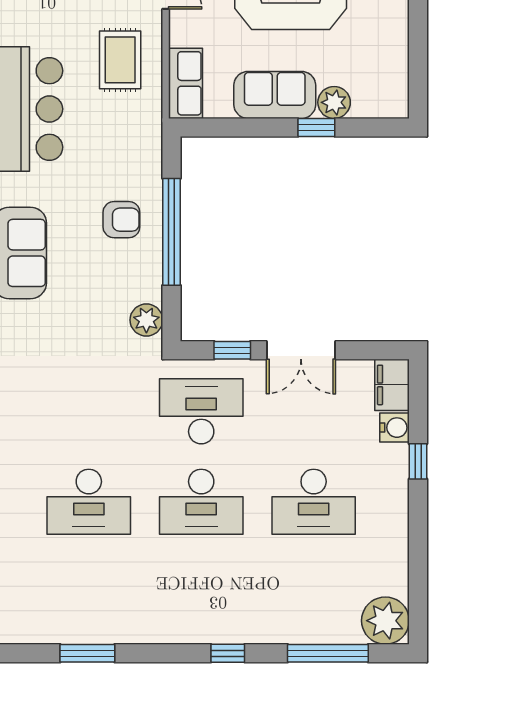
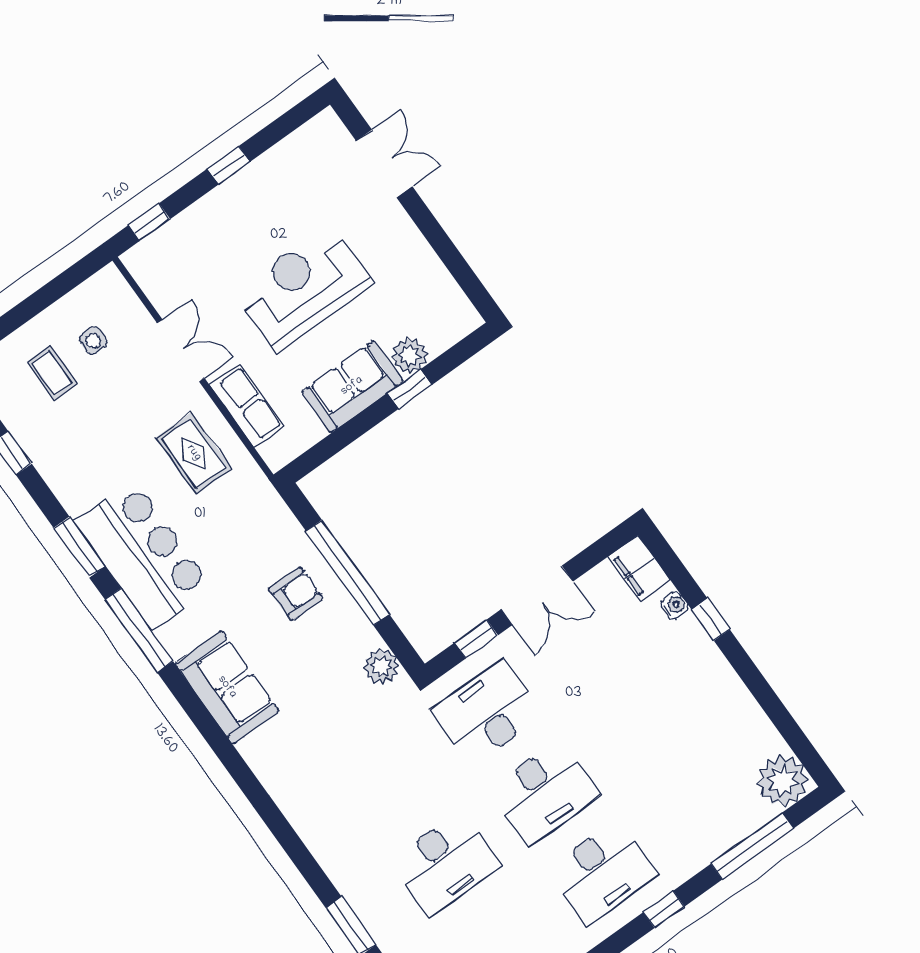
row of seats: (185, 83) -> (247, 406), moved
water cooler: (395, 428) -> (675, 606), width x0.72, depth x0.72
desk: (314, 502) -> (602, 872), moved

